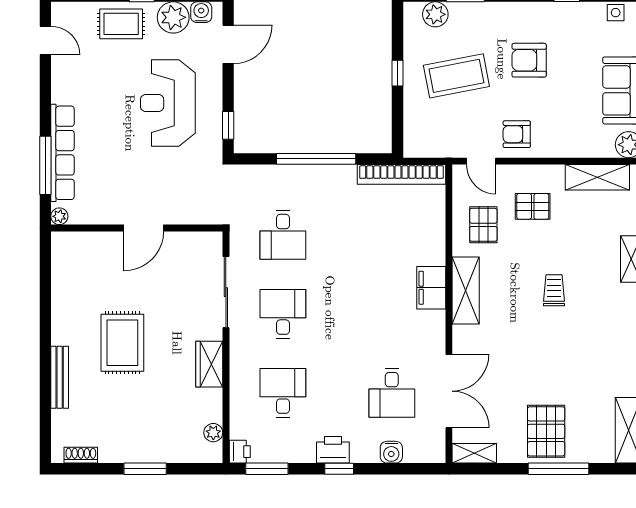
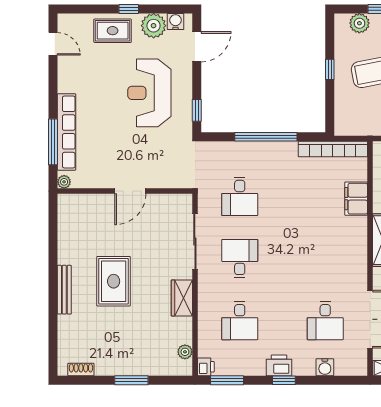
filing cabinet: (431, 288) -> (356, 199), moved
bench: (60, 377) -> (64, 290), moved
desk: (283, 393) -> (240, 321), turned 180

